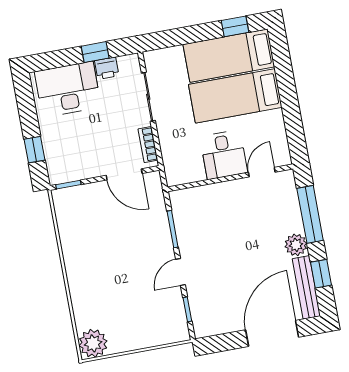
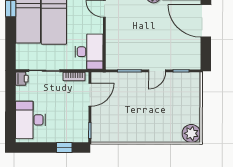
window: (95, 52) -> (10, 99), removed
printer: (107, 68) -> (22, 79), moved
desk: (224, 155) -> (89, 52), moved, width x1.37
door: (180, 272) -> (157, 71), hinge flipped

